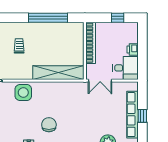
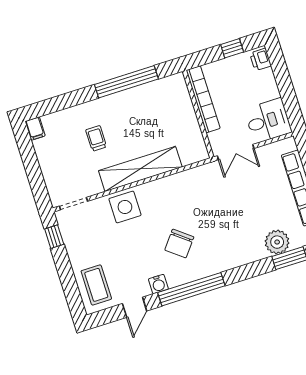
printer: (133, 49) -> (260, 59), moved
shelving: (58, 73) -> (140, 169), moved
chair: (49, 125) -> (179, 244), turned -142

